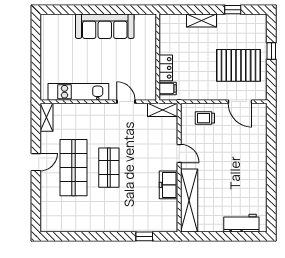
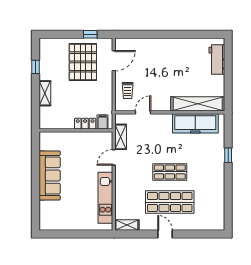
window: (271, 51) -> (90, 34), moved
shelving: (163, 110) -> (121, 137), moved
door: (179, 153) -> (143, 112), moved
freezer: (169, 185) -> (195, 123), width x1.91, depth x1.26
window: (144, 236) -> (228, 155), moved

